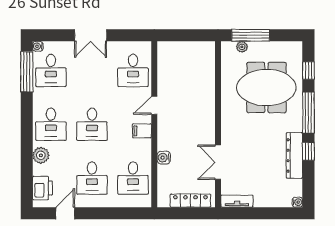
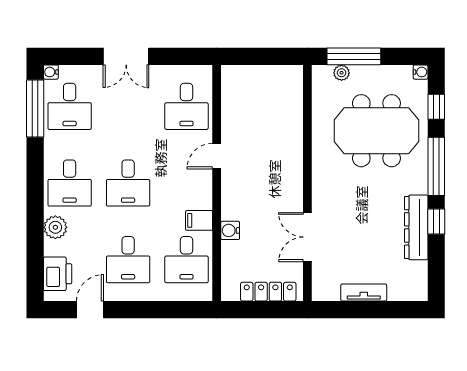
filing cabinet: (142, 131) -> (199, 220), moved
tv unit: (237, 201) -> (364, 292), moved
water cooler: (297, 202) -> (421, 72), moved

